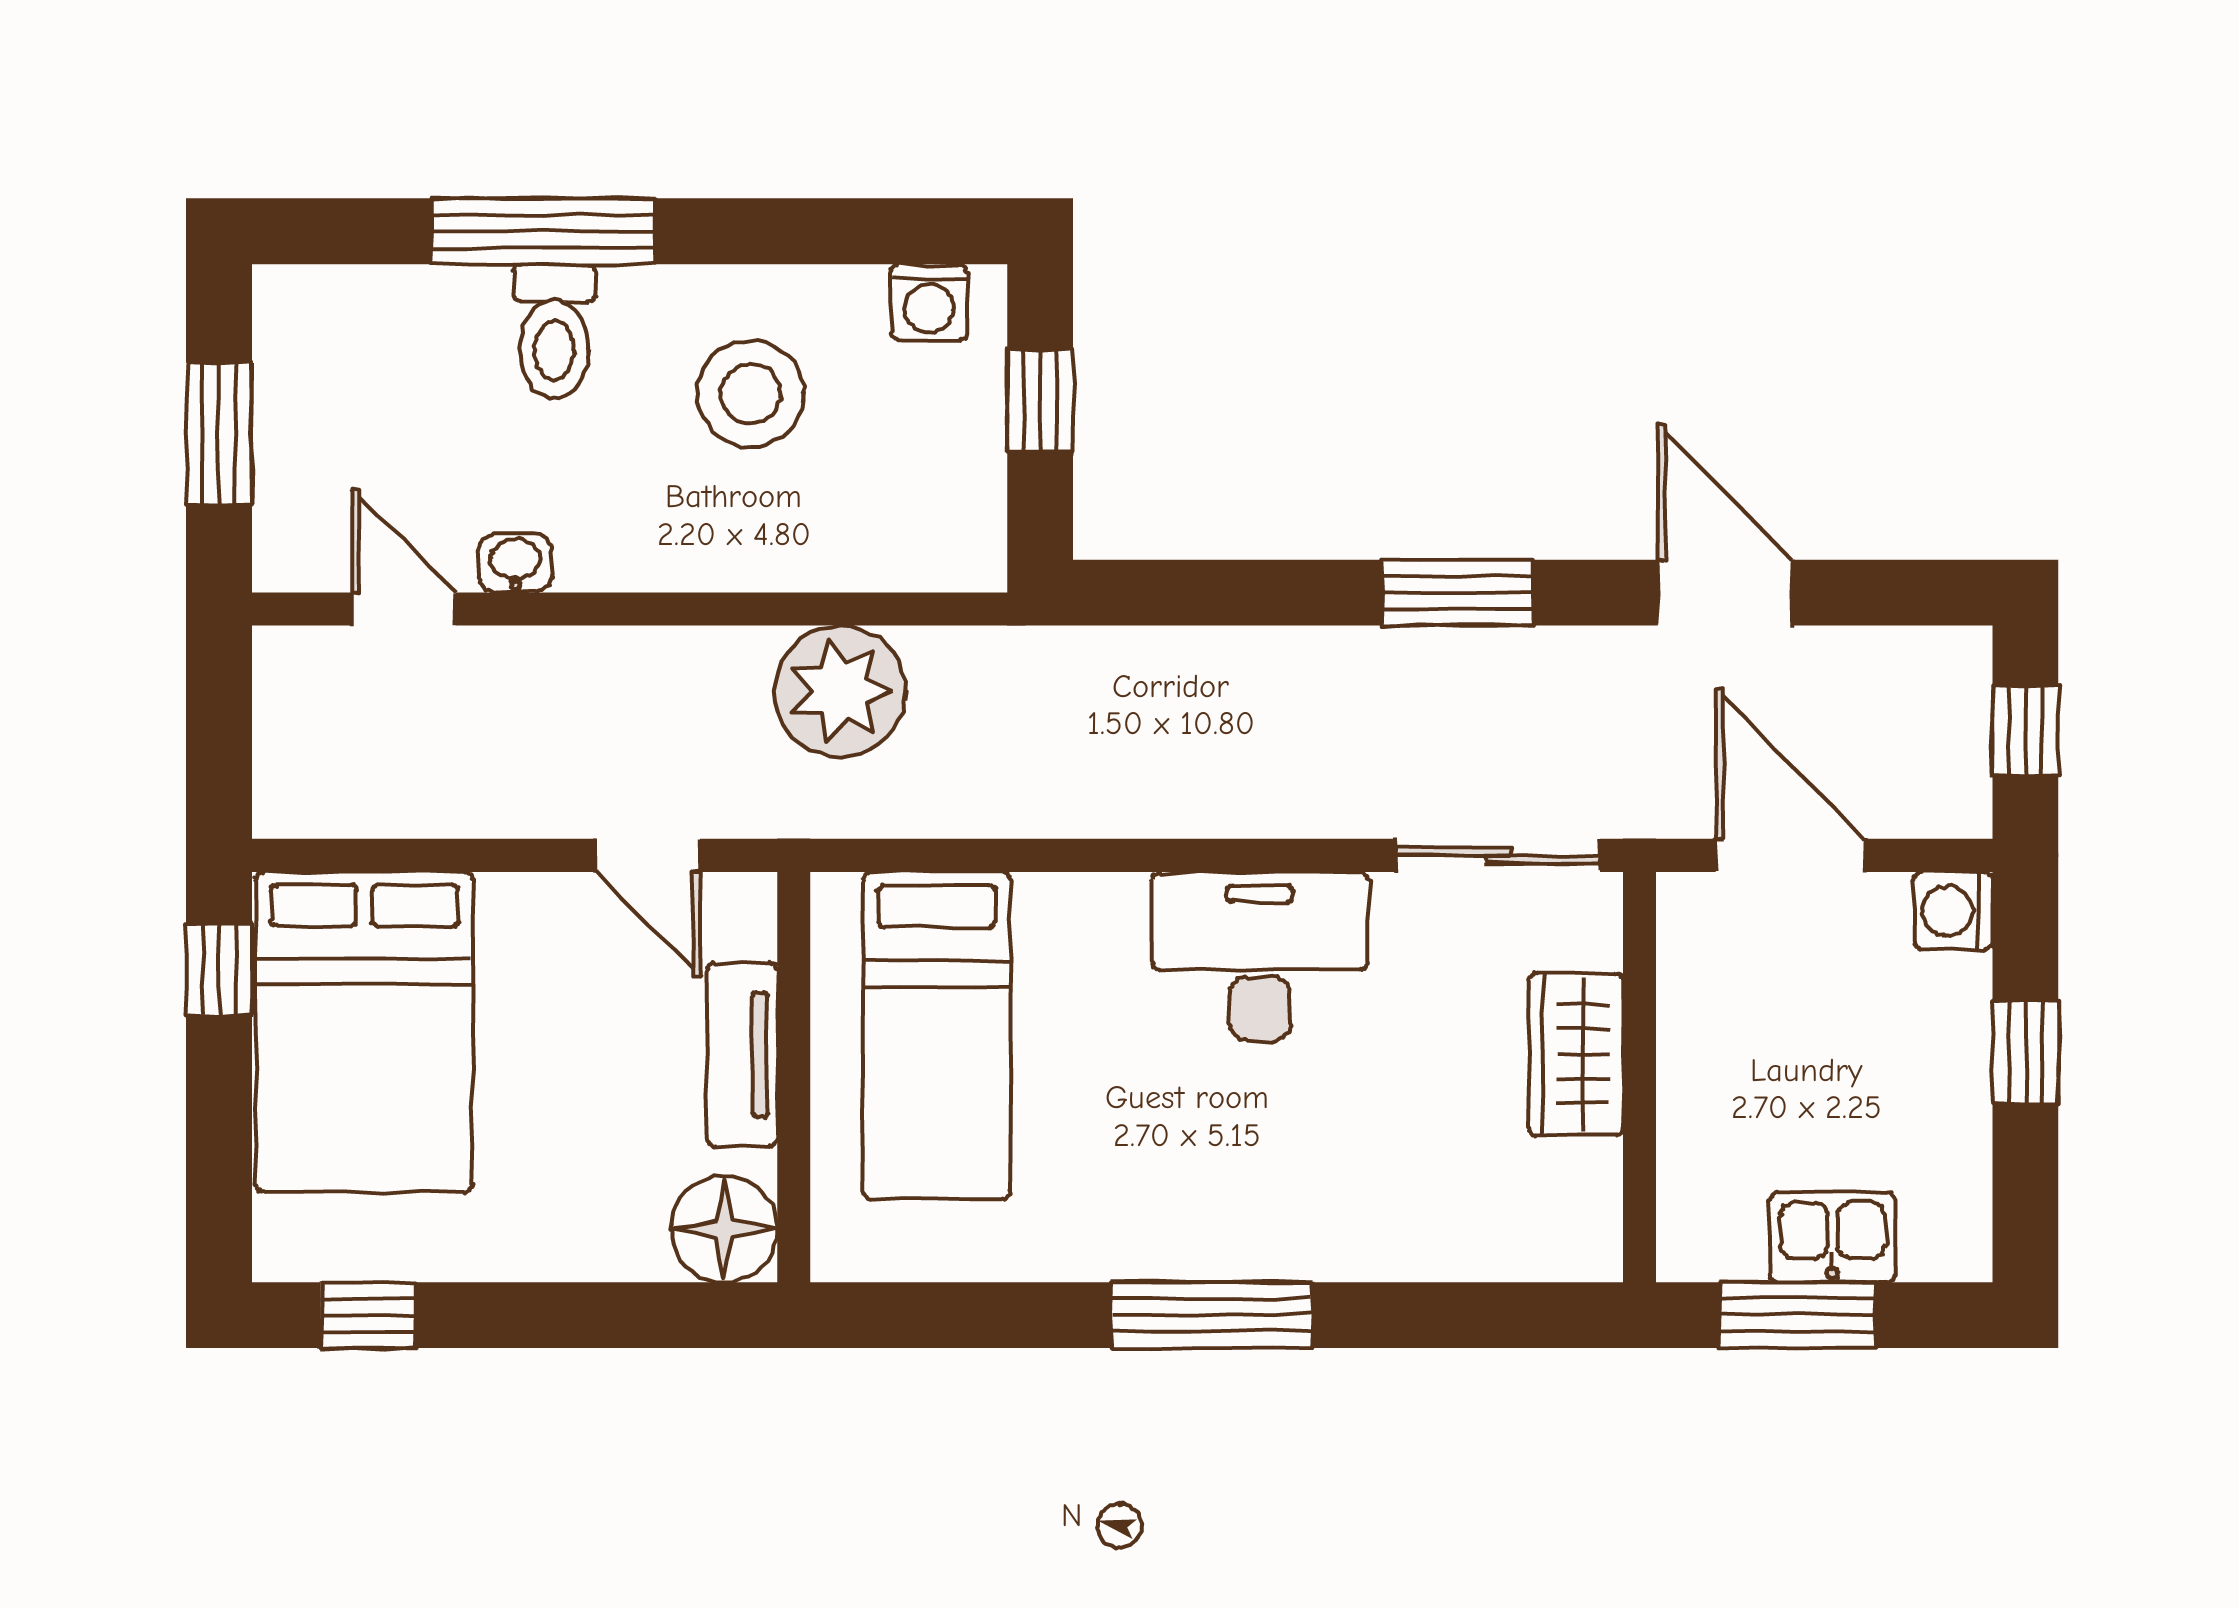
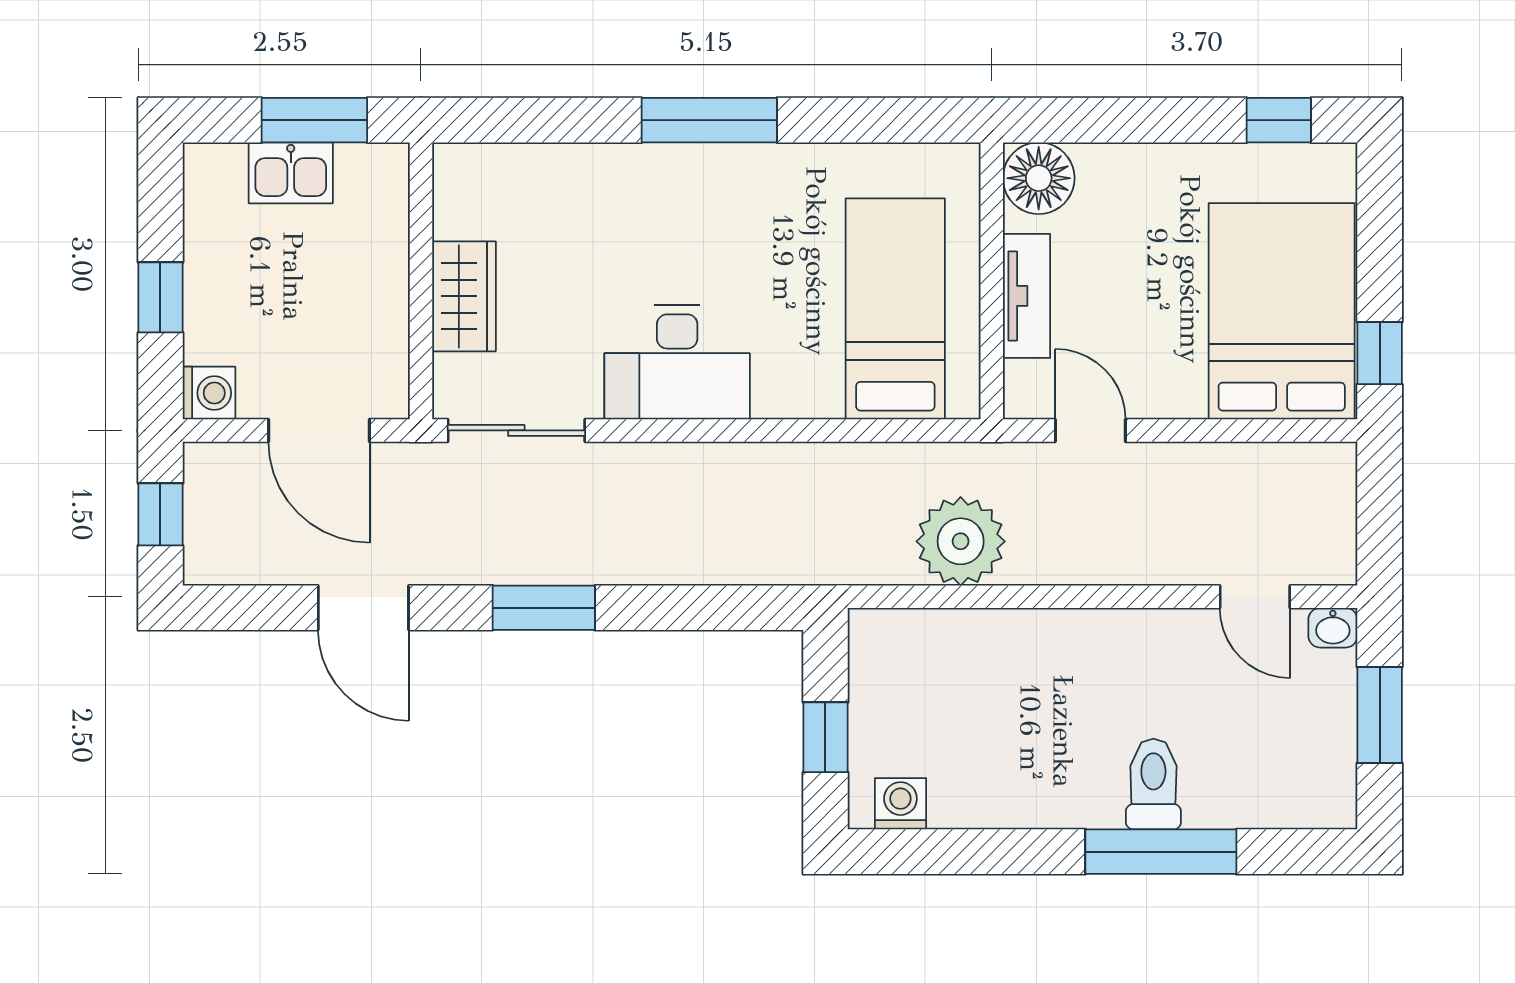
stool: (751, 394) -> (1021, 742), removed
washbasin: (515, 563) -> (1333, 628), moved

